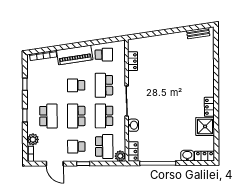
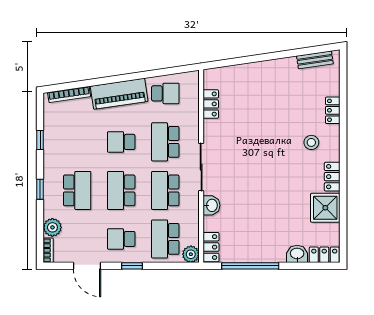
locker: (210, 65) -> (333, 110), added
stool: (196, 85) -> (311, 142), added
school desk: (104, 147) -> (165, 239), turned 180

